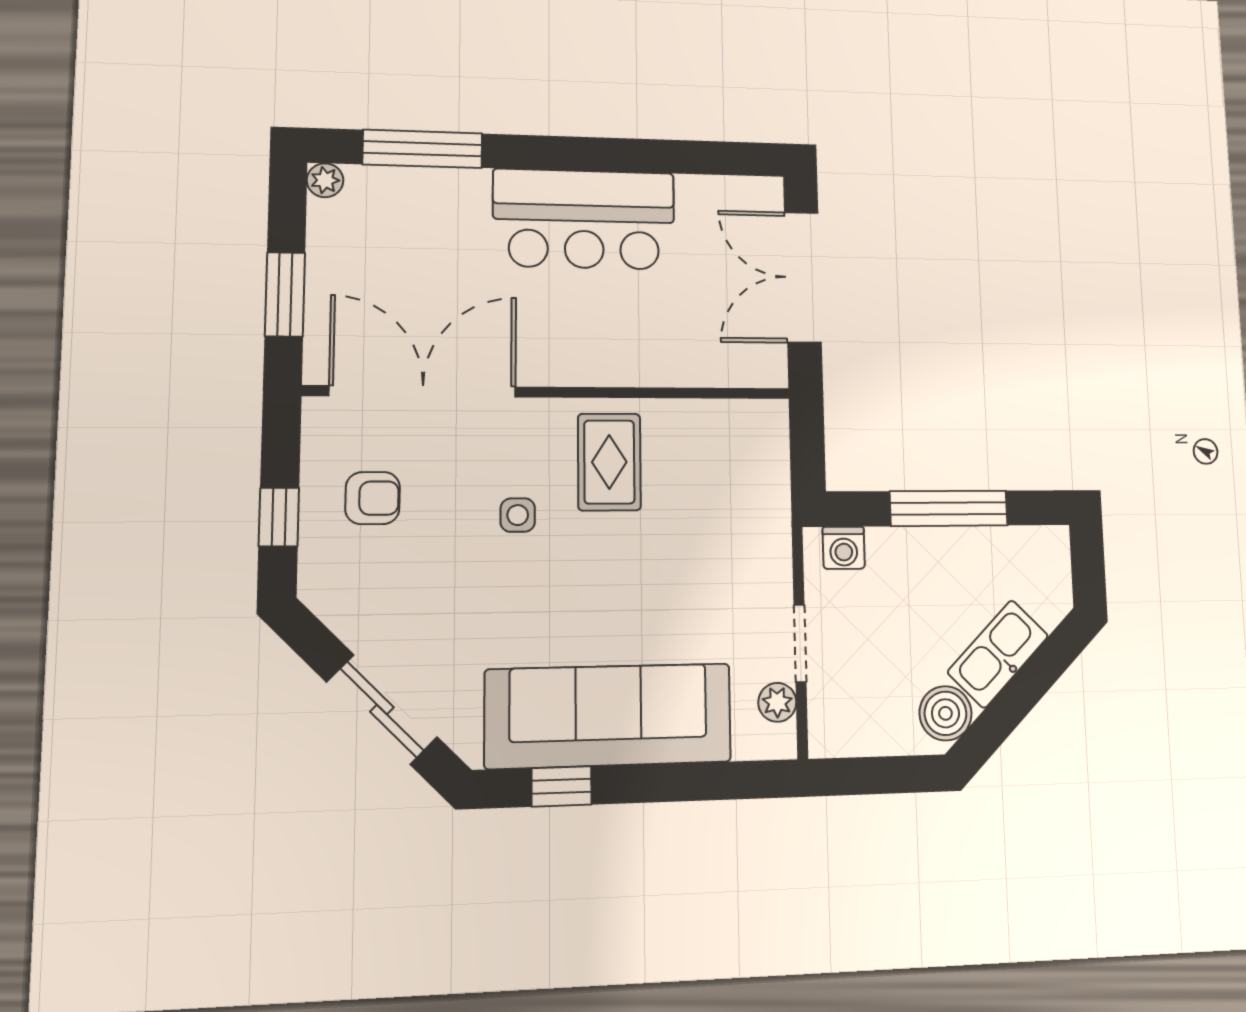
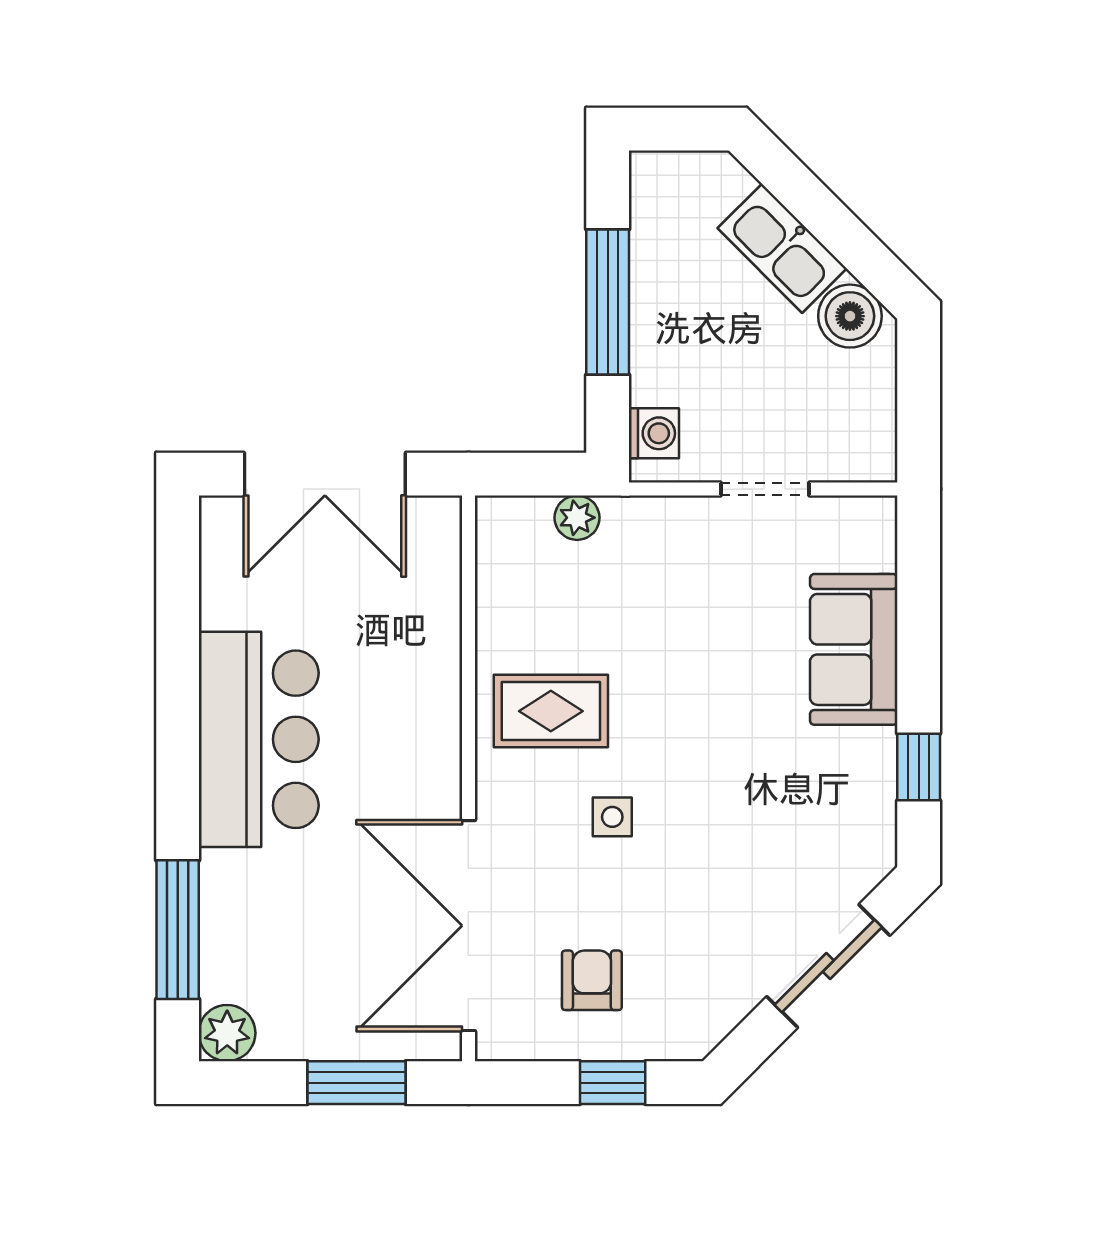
plant: (325, 180) -> (227, 1033), width x1.38, depth x1.38
plant: (777, 702) -> (577, 518), moved
sofa: (609, 716) -> (854, 649), width x0.54, depth x0.79

